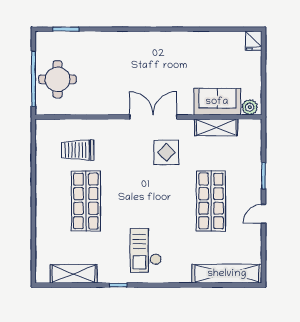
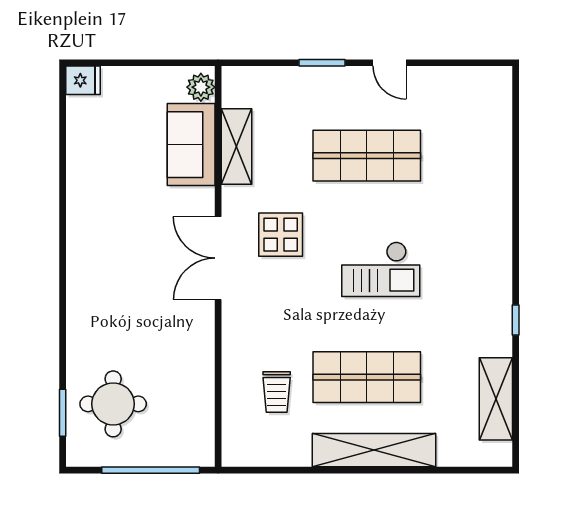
round table: (57, 79) -> (113, 404), moved
trolley: (78, 150) -> (277, 392), width x0.73, depth x0.72
checkout: (146, 250) -> (381, 269), moved
shelving: (227, 274) -> (374, 450), moved, turned 90

